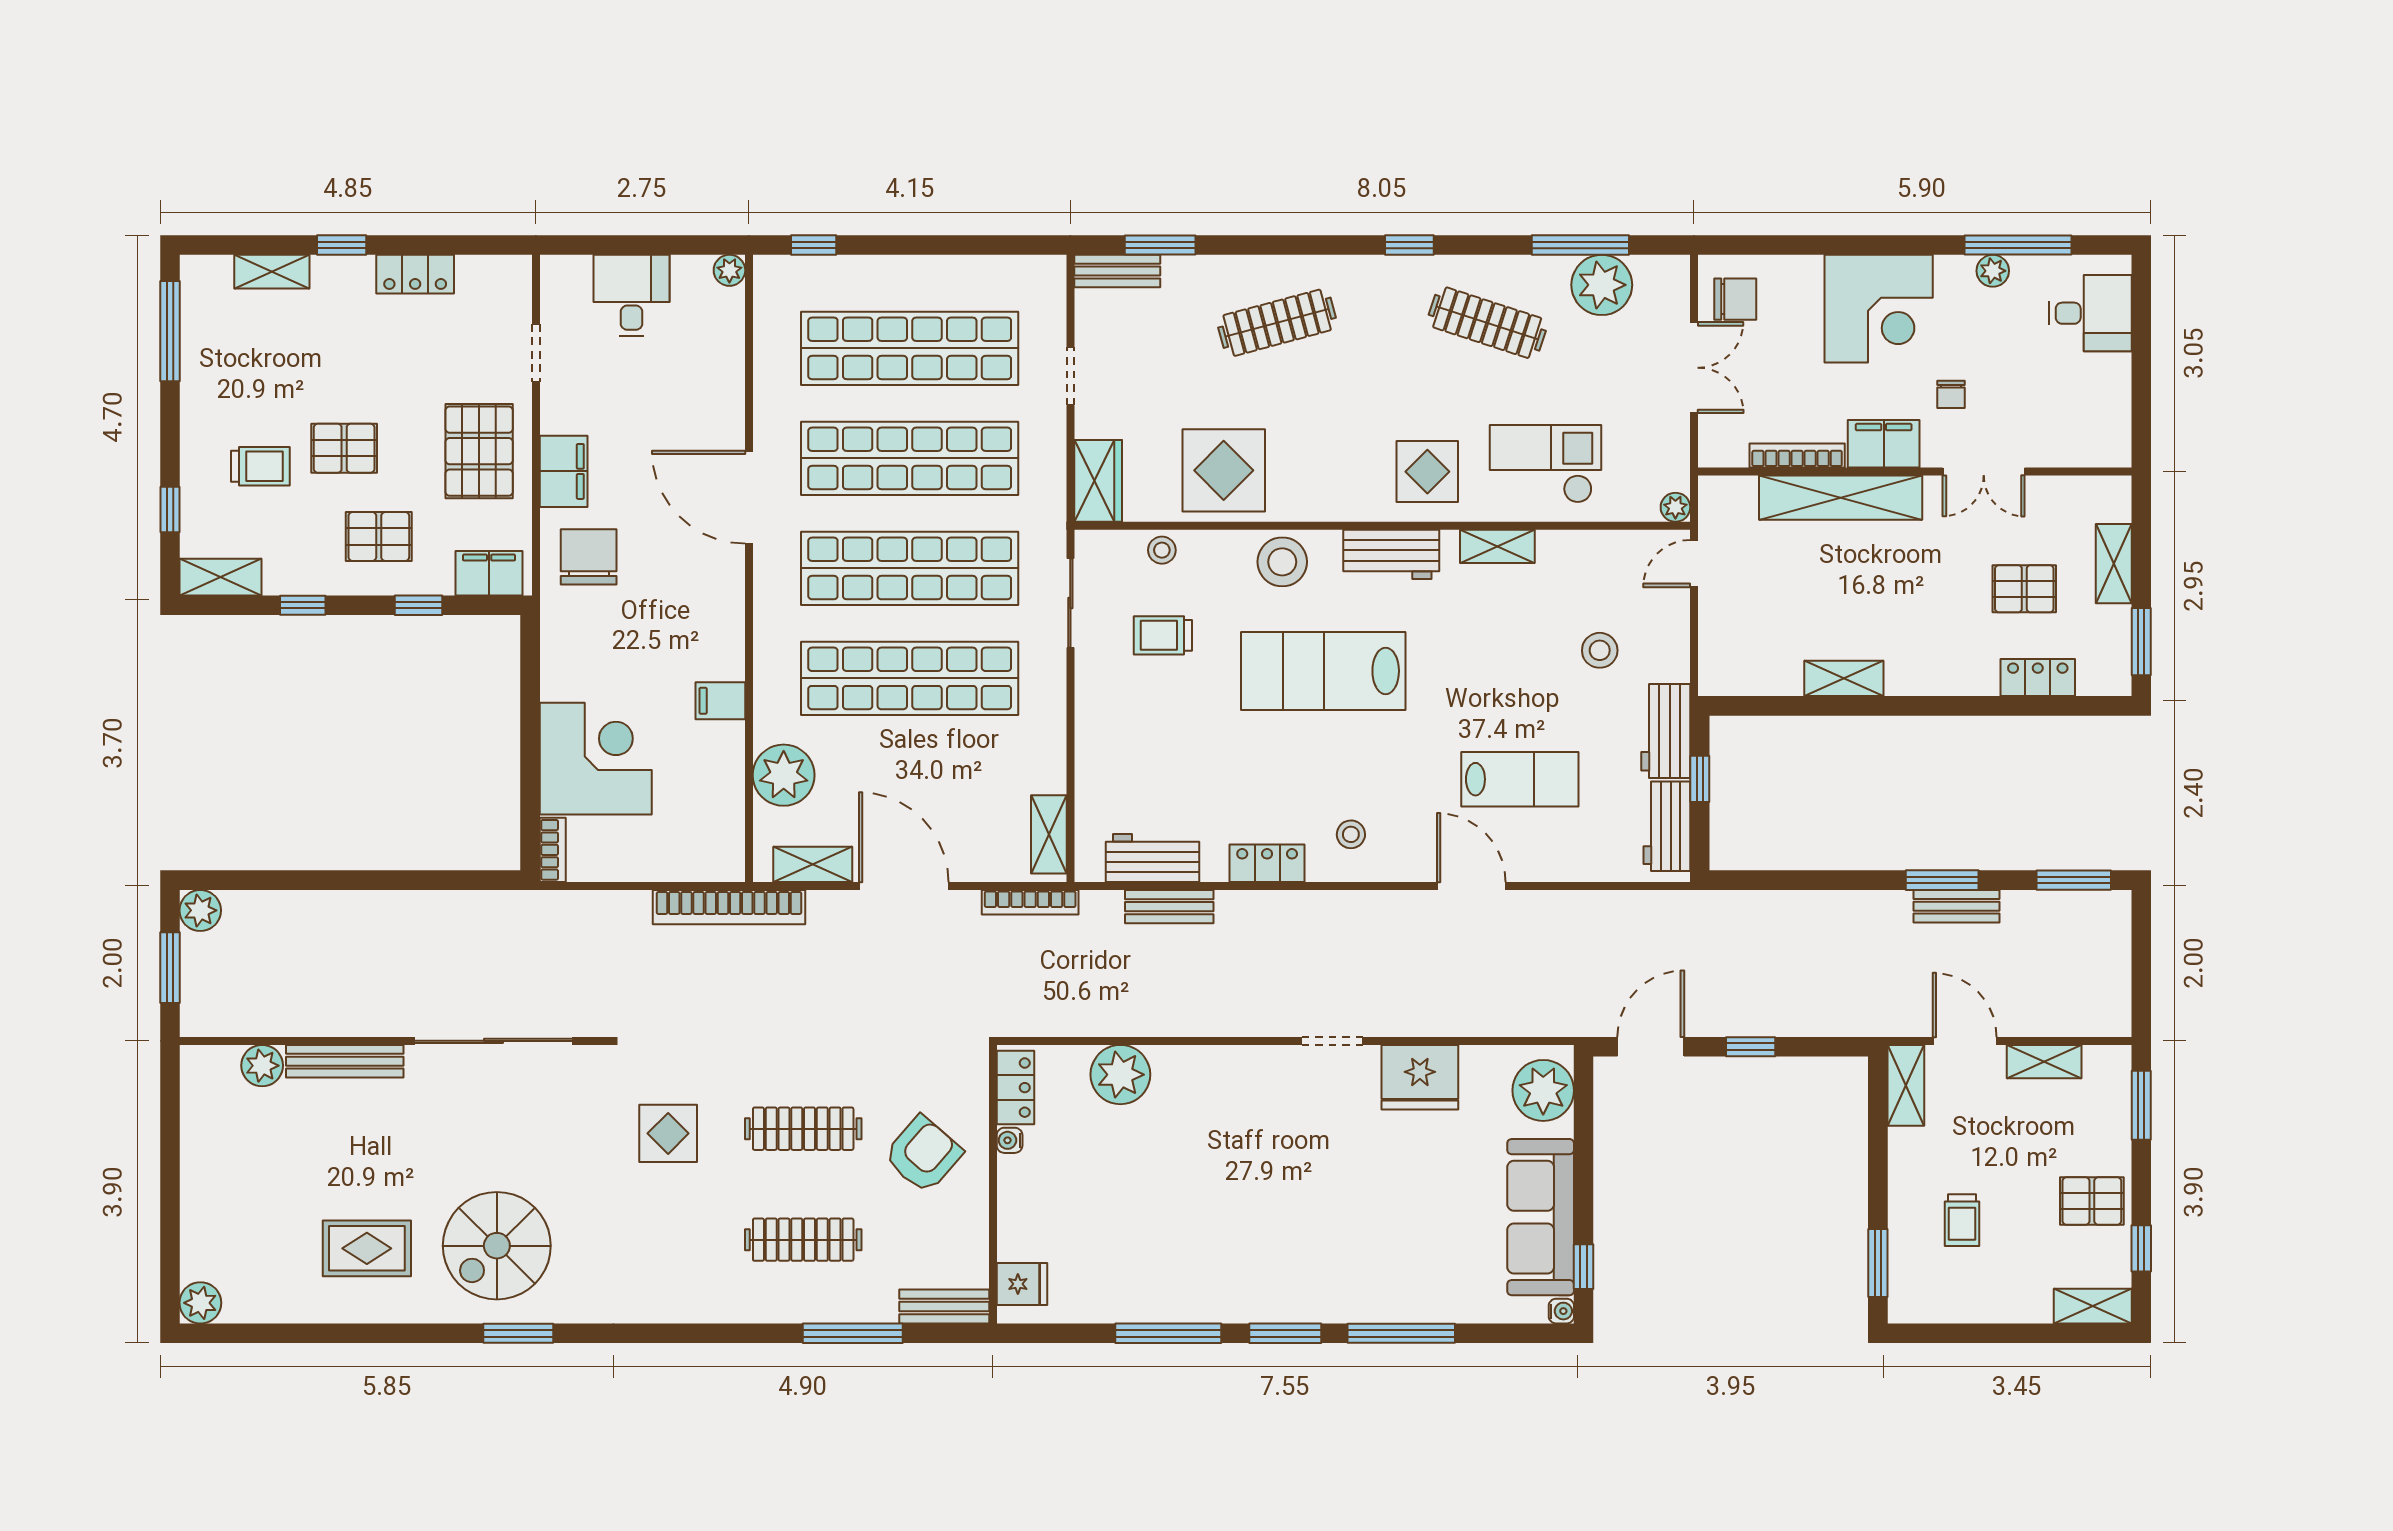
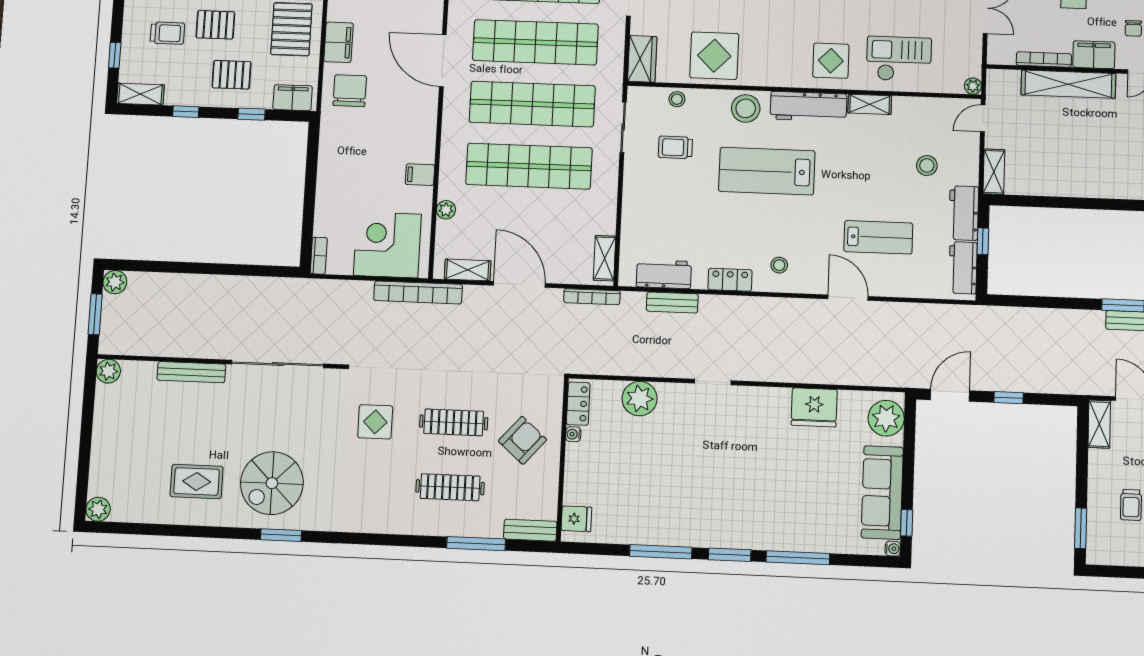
workbench: (1391, 554) -> (808, 107), width x1.38
shelving: (1844, 678) -> (994, 172), moved, turned 90
corner desk: (596, 759) -> (387, 245), moved, turned -90
plant: (784, 775) -> (446, 210), width x0.53, depth x0.53
doorway: (1332, 1041) -> (713, 382), moved
plant: (262, 1066) -> (108, 371), moved

